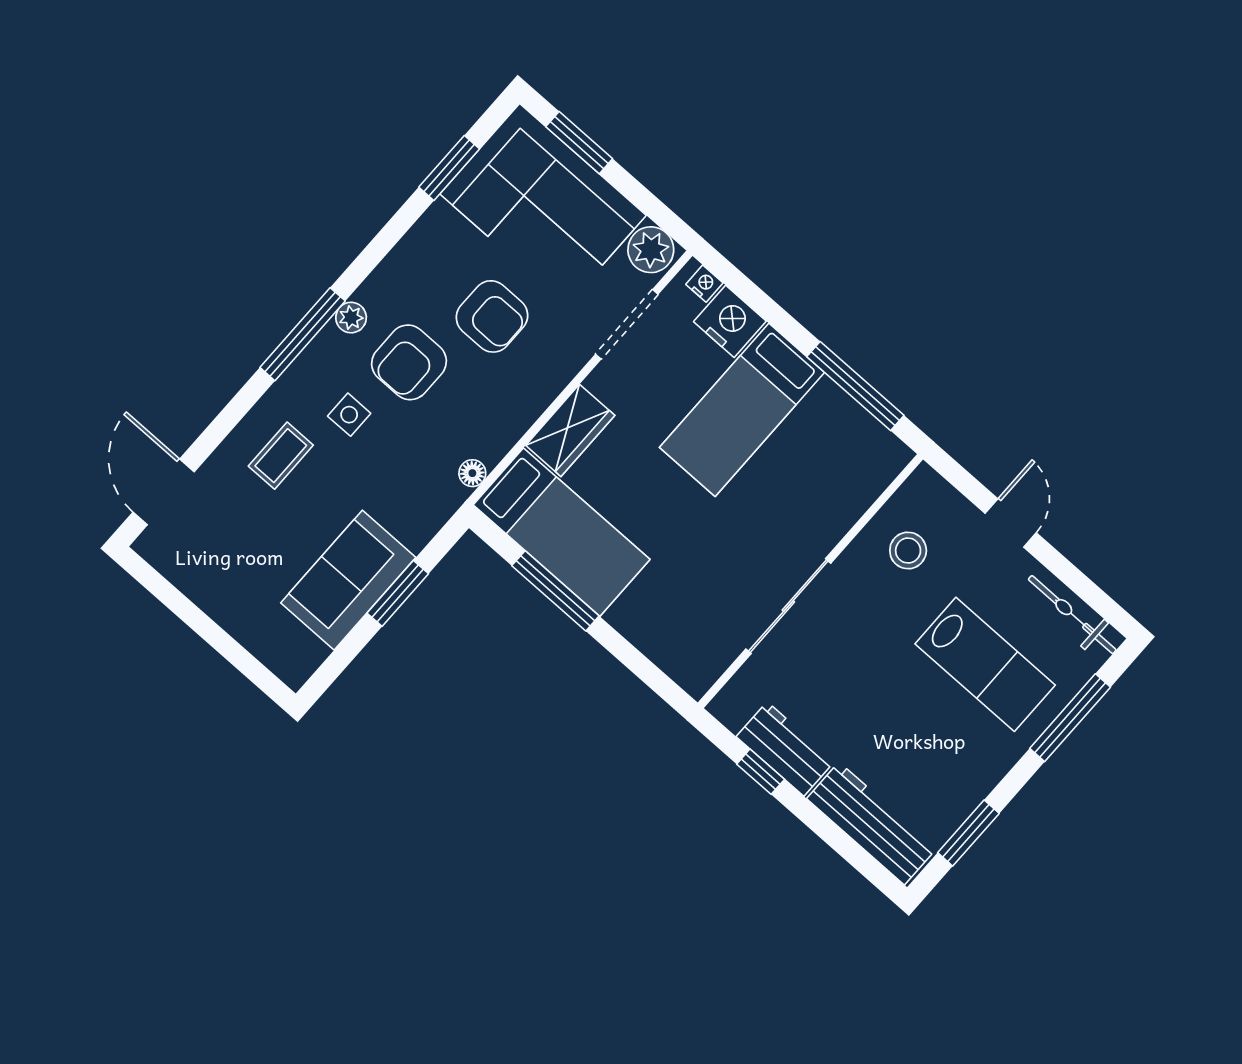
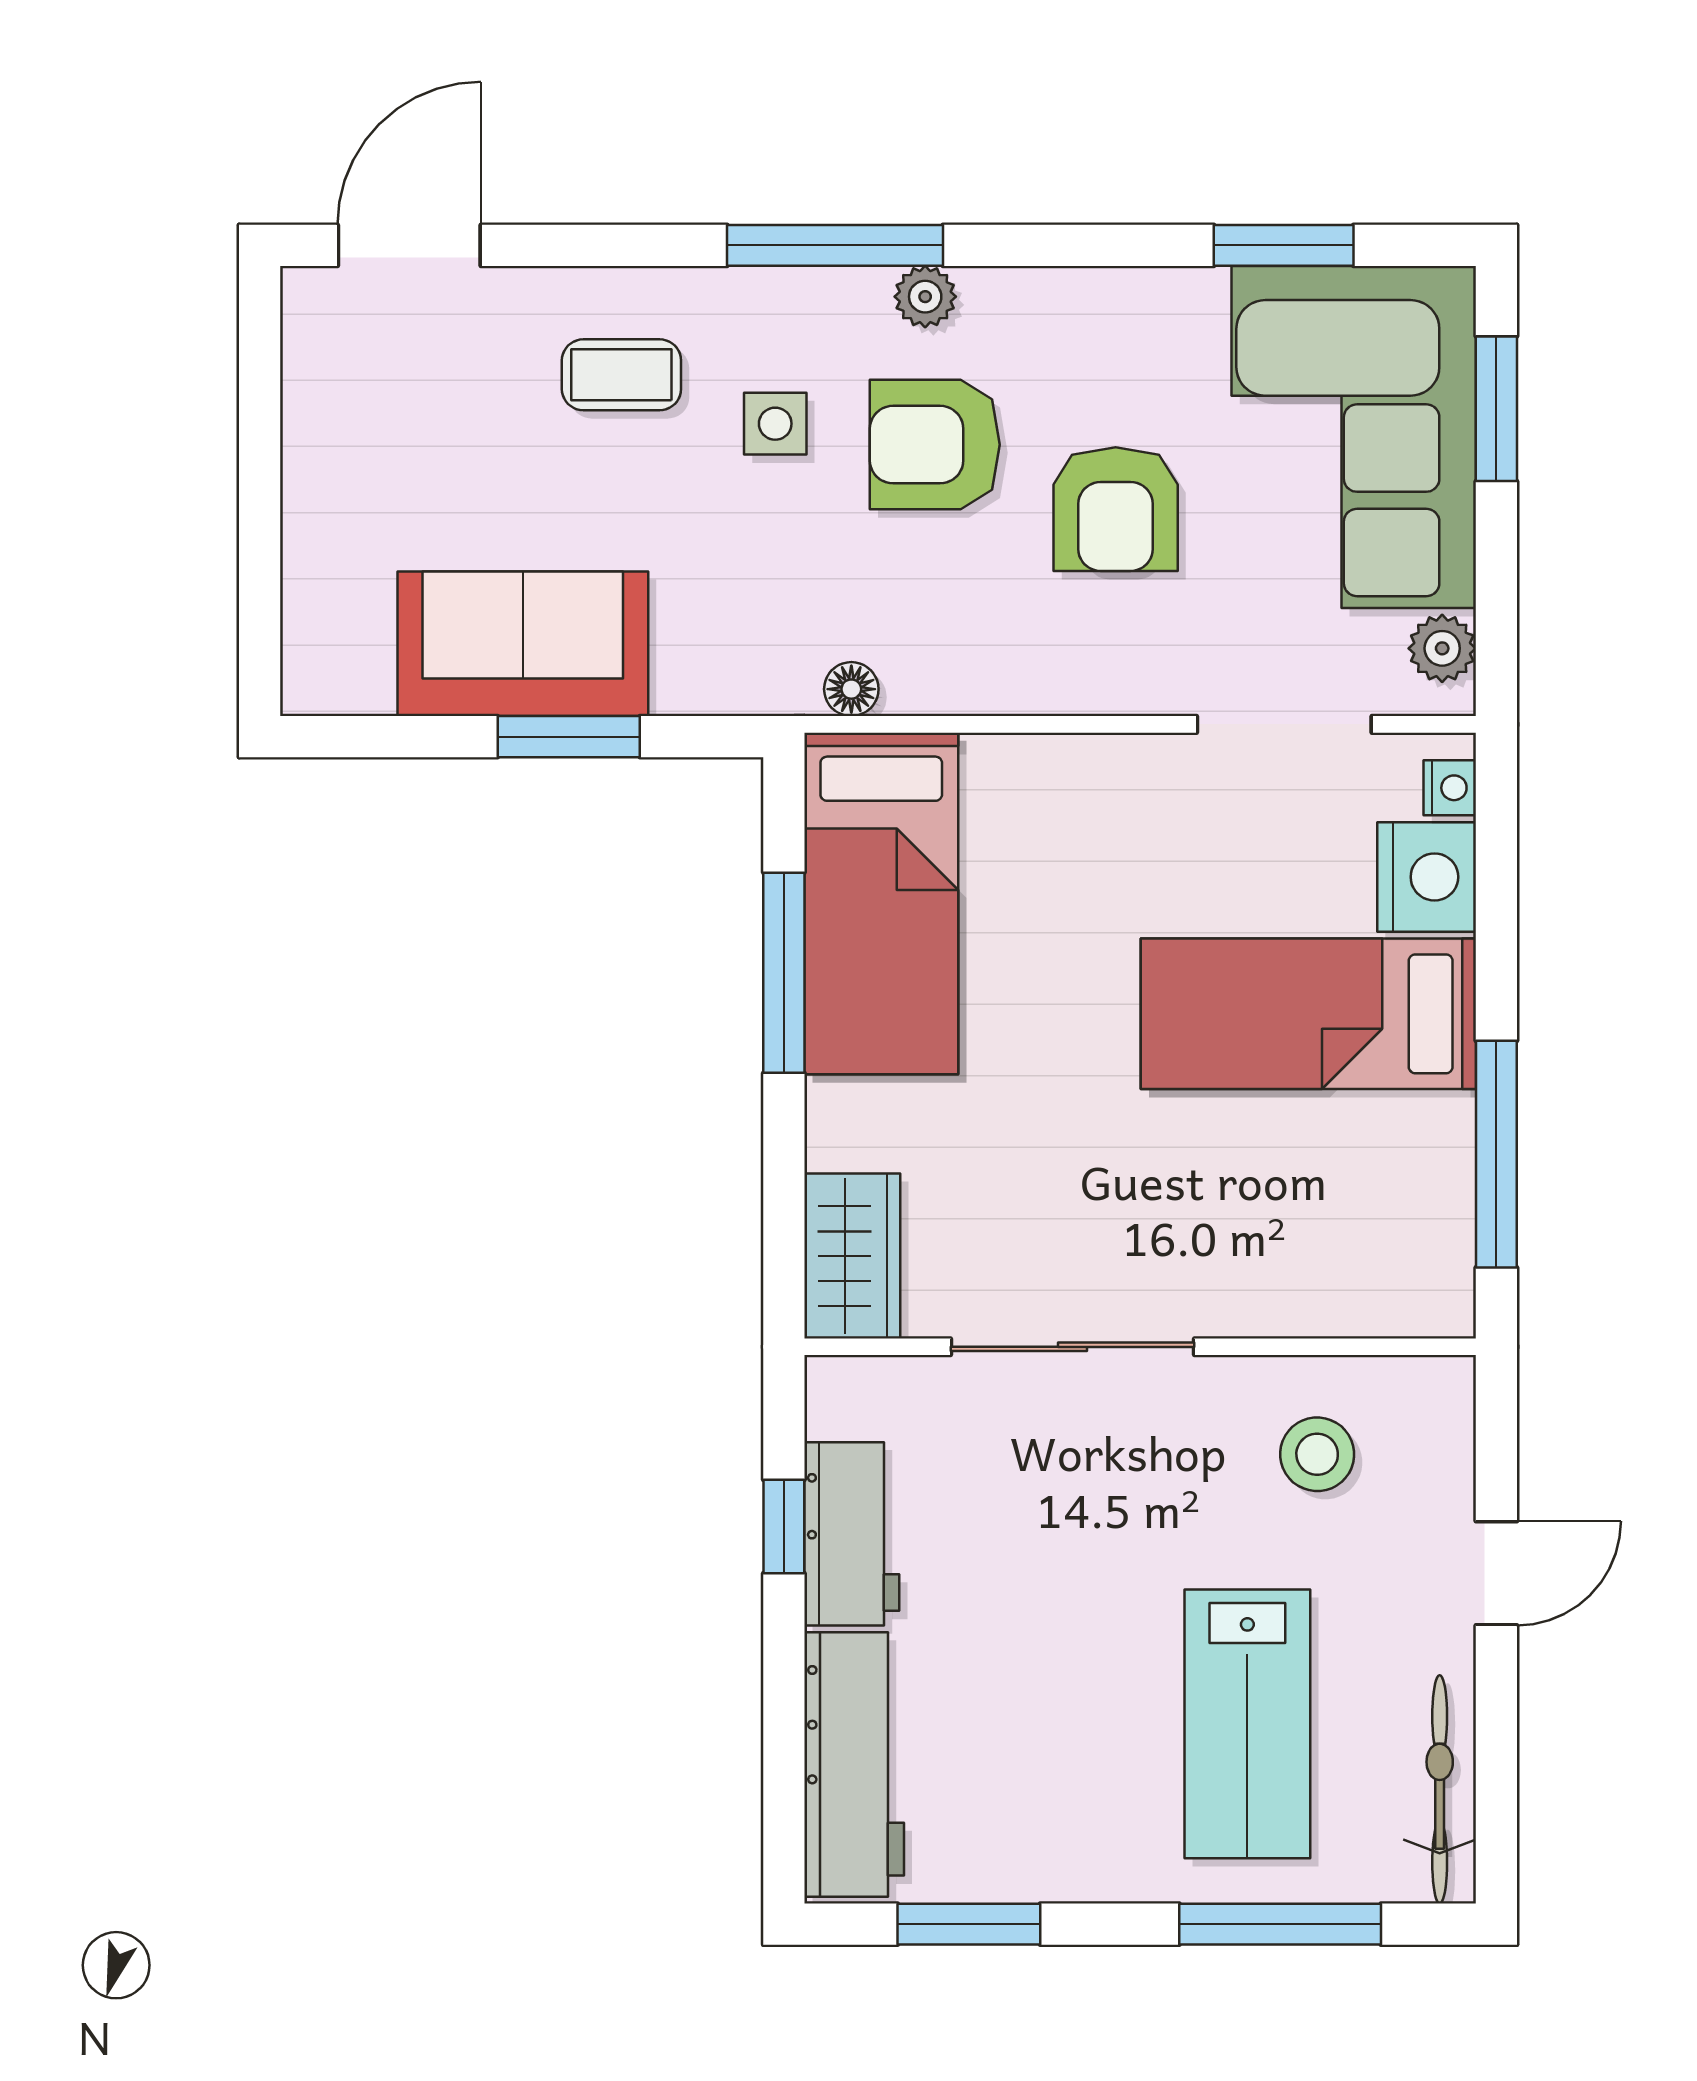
plant: (651, 250) -> (1442, 648), width x0.73, depth x0.73
wardrobe: (570, 430) -> (852, 1256), moved, turned -90

